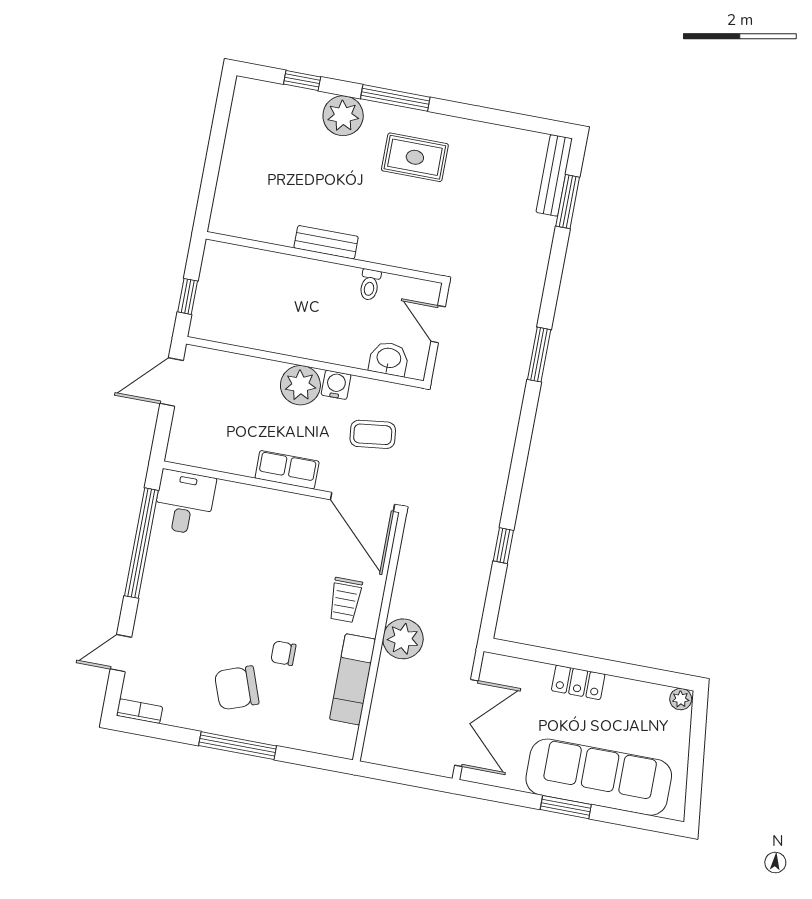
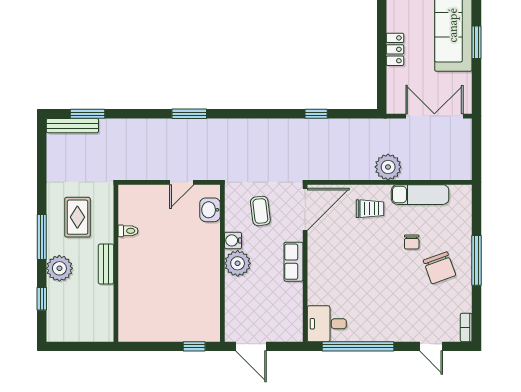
bench: (326, 242) -> (106, 264), moved
wall: (325, 257) -> (116, 263), moved
toilet: (370, 285) -> (128, 231), moved

